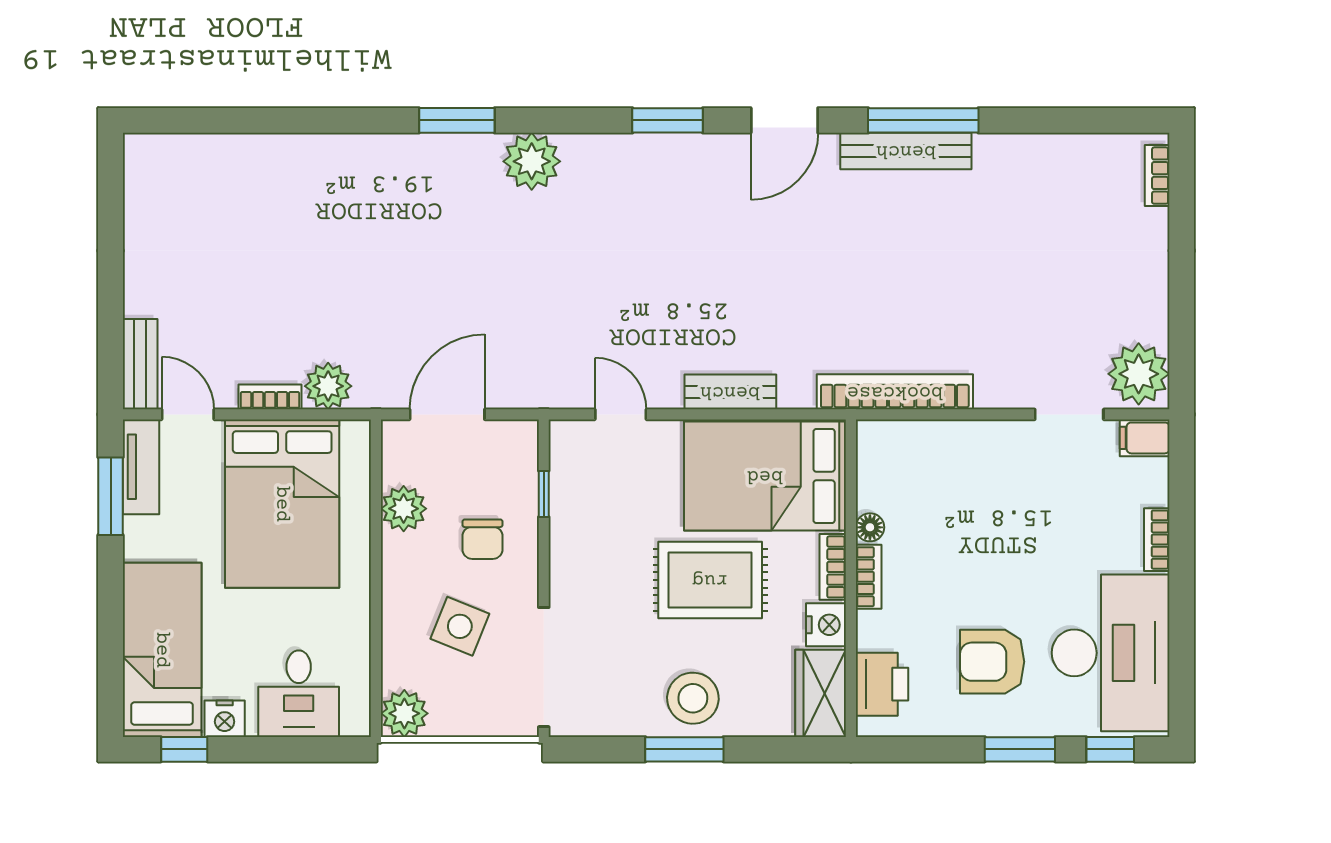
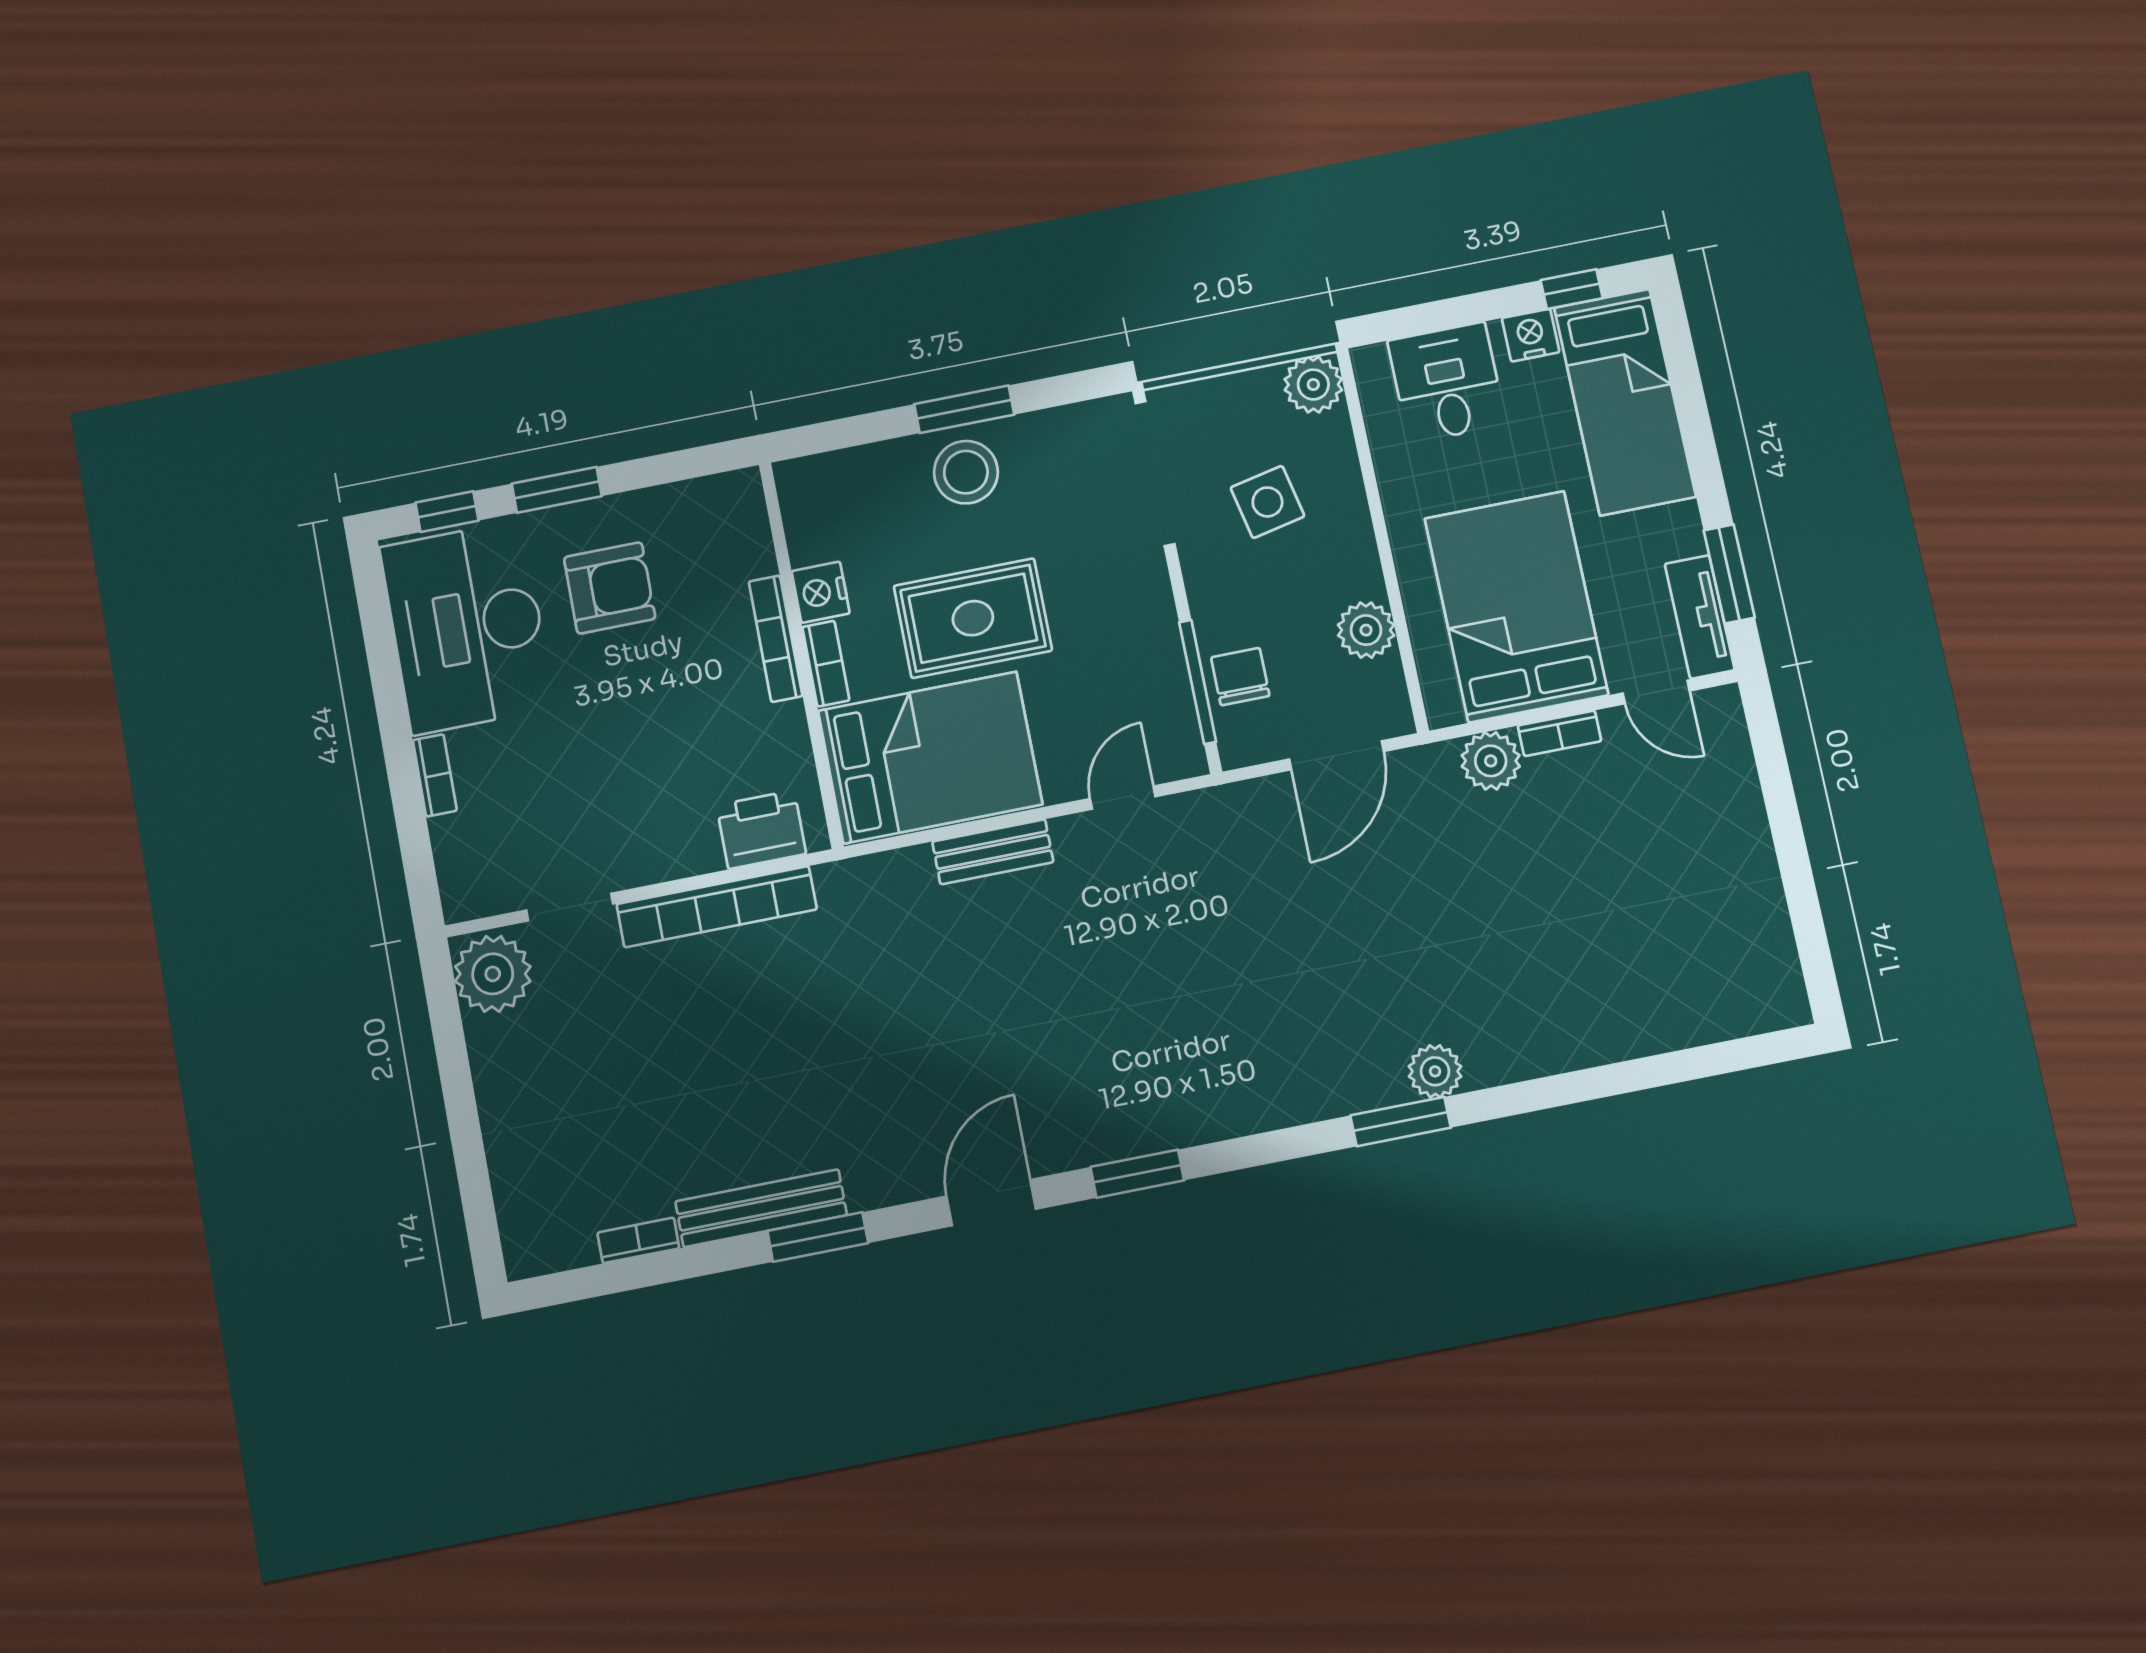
window: (923, 120) -> (818, 1237), width x0.69
bench: (906, 151) -> (761, 1208), moved
plant: (532, 161) -> (1435, 1071), moved, width x0.73, depth x0.73
bookcase: (1157, 176) -> (638, 1240), moved, turned -90
bench: (140, 364) -> (1729, 742), removed
bookcase: (895, 392) -> (717, 907), moved
door: (621, 414) -> (1123, 798), swing flipped
filing cabinet: (1145, 438) -> (472, 897), removed
window: (544, 494) -> (1198, 682), width x2.17
floor lamp: (870, 527) -> (789, 721), removed
chair: (482, 539) -> (1240, 677), moved
bookcase: (869, 577) -> (776, 639), width x1.56
side table: (460, 626) -> (1267, 502), turned -34
printer: (882, 684) -> (761, 830), moved, turned 90
wardrobe: (821, 693) -> (812, 509), removed

